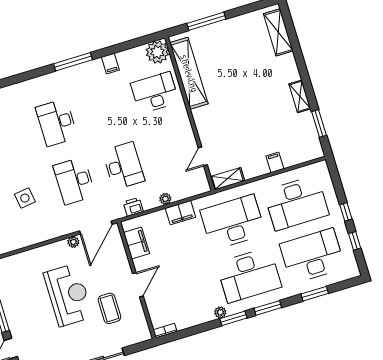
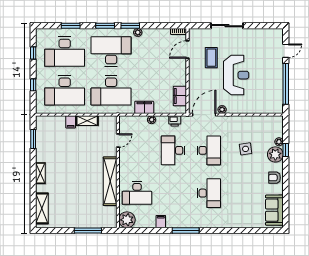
shelving: (189, 73) -> (110, 181), moved
shelving: (300, 96) -> (40, 173), moved
shelving: (227, 179) -> (87, 121), moved
desk: (296, 203) -> (65, 90), turned 180
window: (346, 212) -> (33, 85), moved
door: (138, 285) -> (187, 50), moved
reception desk: (68, 295) -> (236, 75), turned 180

